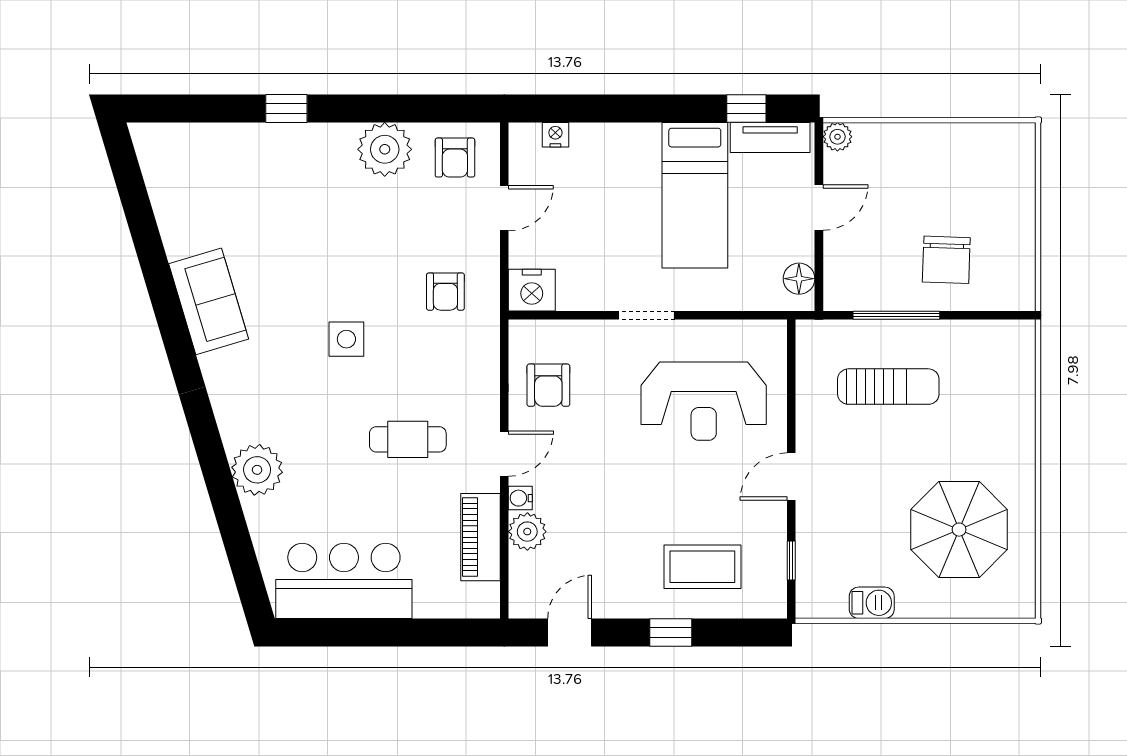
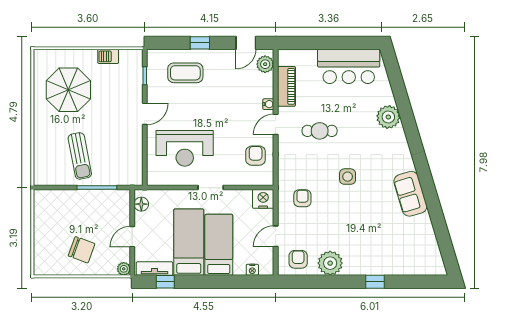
bed: (629, 189) -> (219, 245), added
chair: (946, 260) -> (82, 250), moved, turned 108
sun lounger: (888, 387) -> (80, 156), moved, turned -101
reception desk: (704, 401) -> (185, 148), turned 180
plant: (527, 532) -> (265, 64), moved

